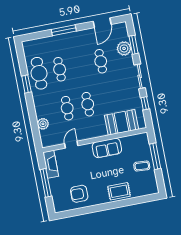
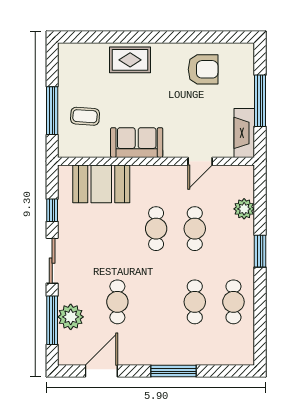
window: (134, 45) -> (52, 320), width x1.44
cafe table: (39, 73) -> (233, 302), width x0.73, depth x0.74
window: (26, 84) -> (260, 251), moved
coffee table: (142, 166) -> (85, 116), moved

